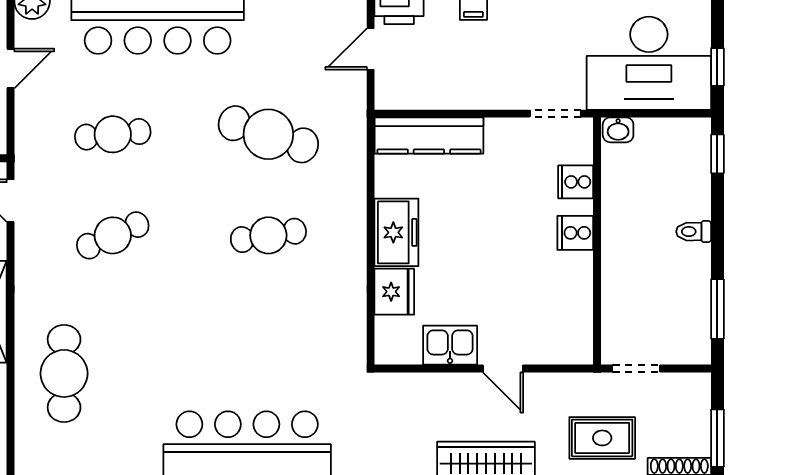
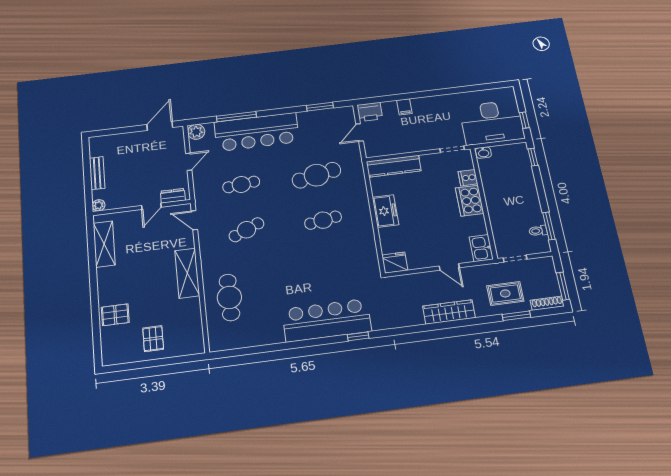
cafe table: (268, 134) -> (316, 175), turned -30
toilet: (694, 232) -> (538, 231), moved
cooker: (575, 233) -> (470, 201), width x1.87, depth x1.31
fridge: (394, 292) -> (395, 263), moved, turned -90
kitchen sink: (450, 345) -> (481, 248), moved, turned -90

